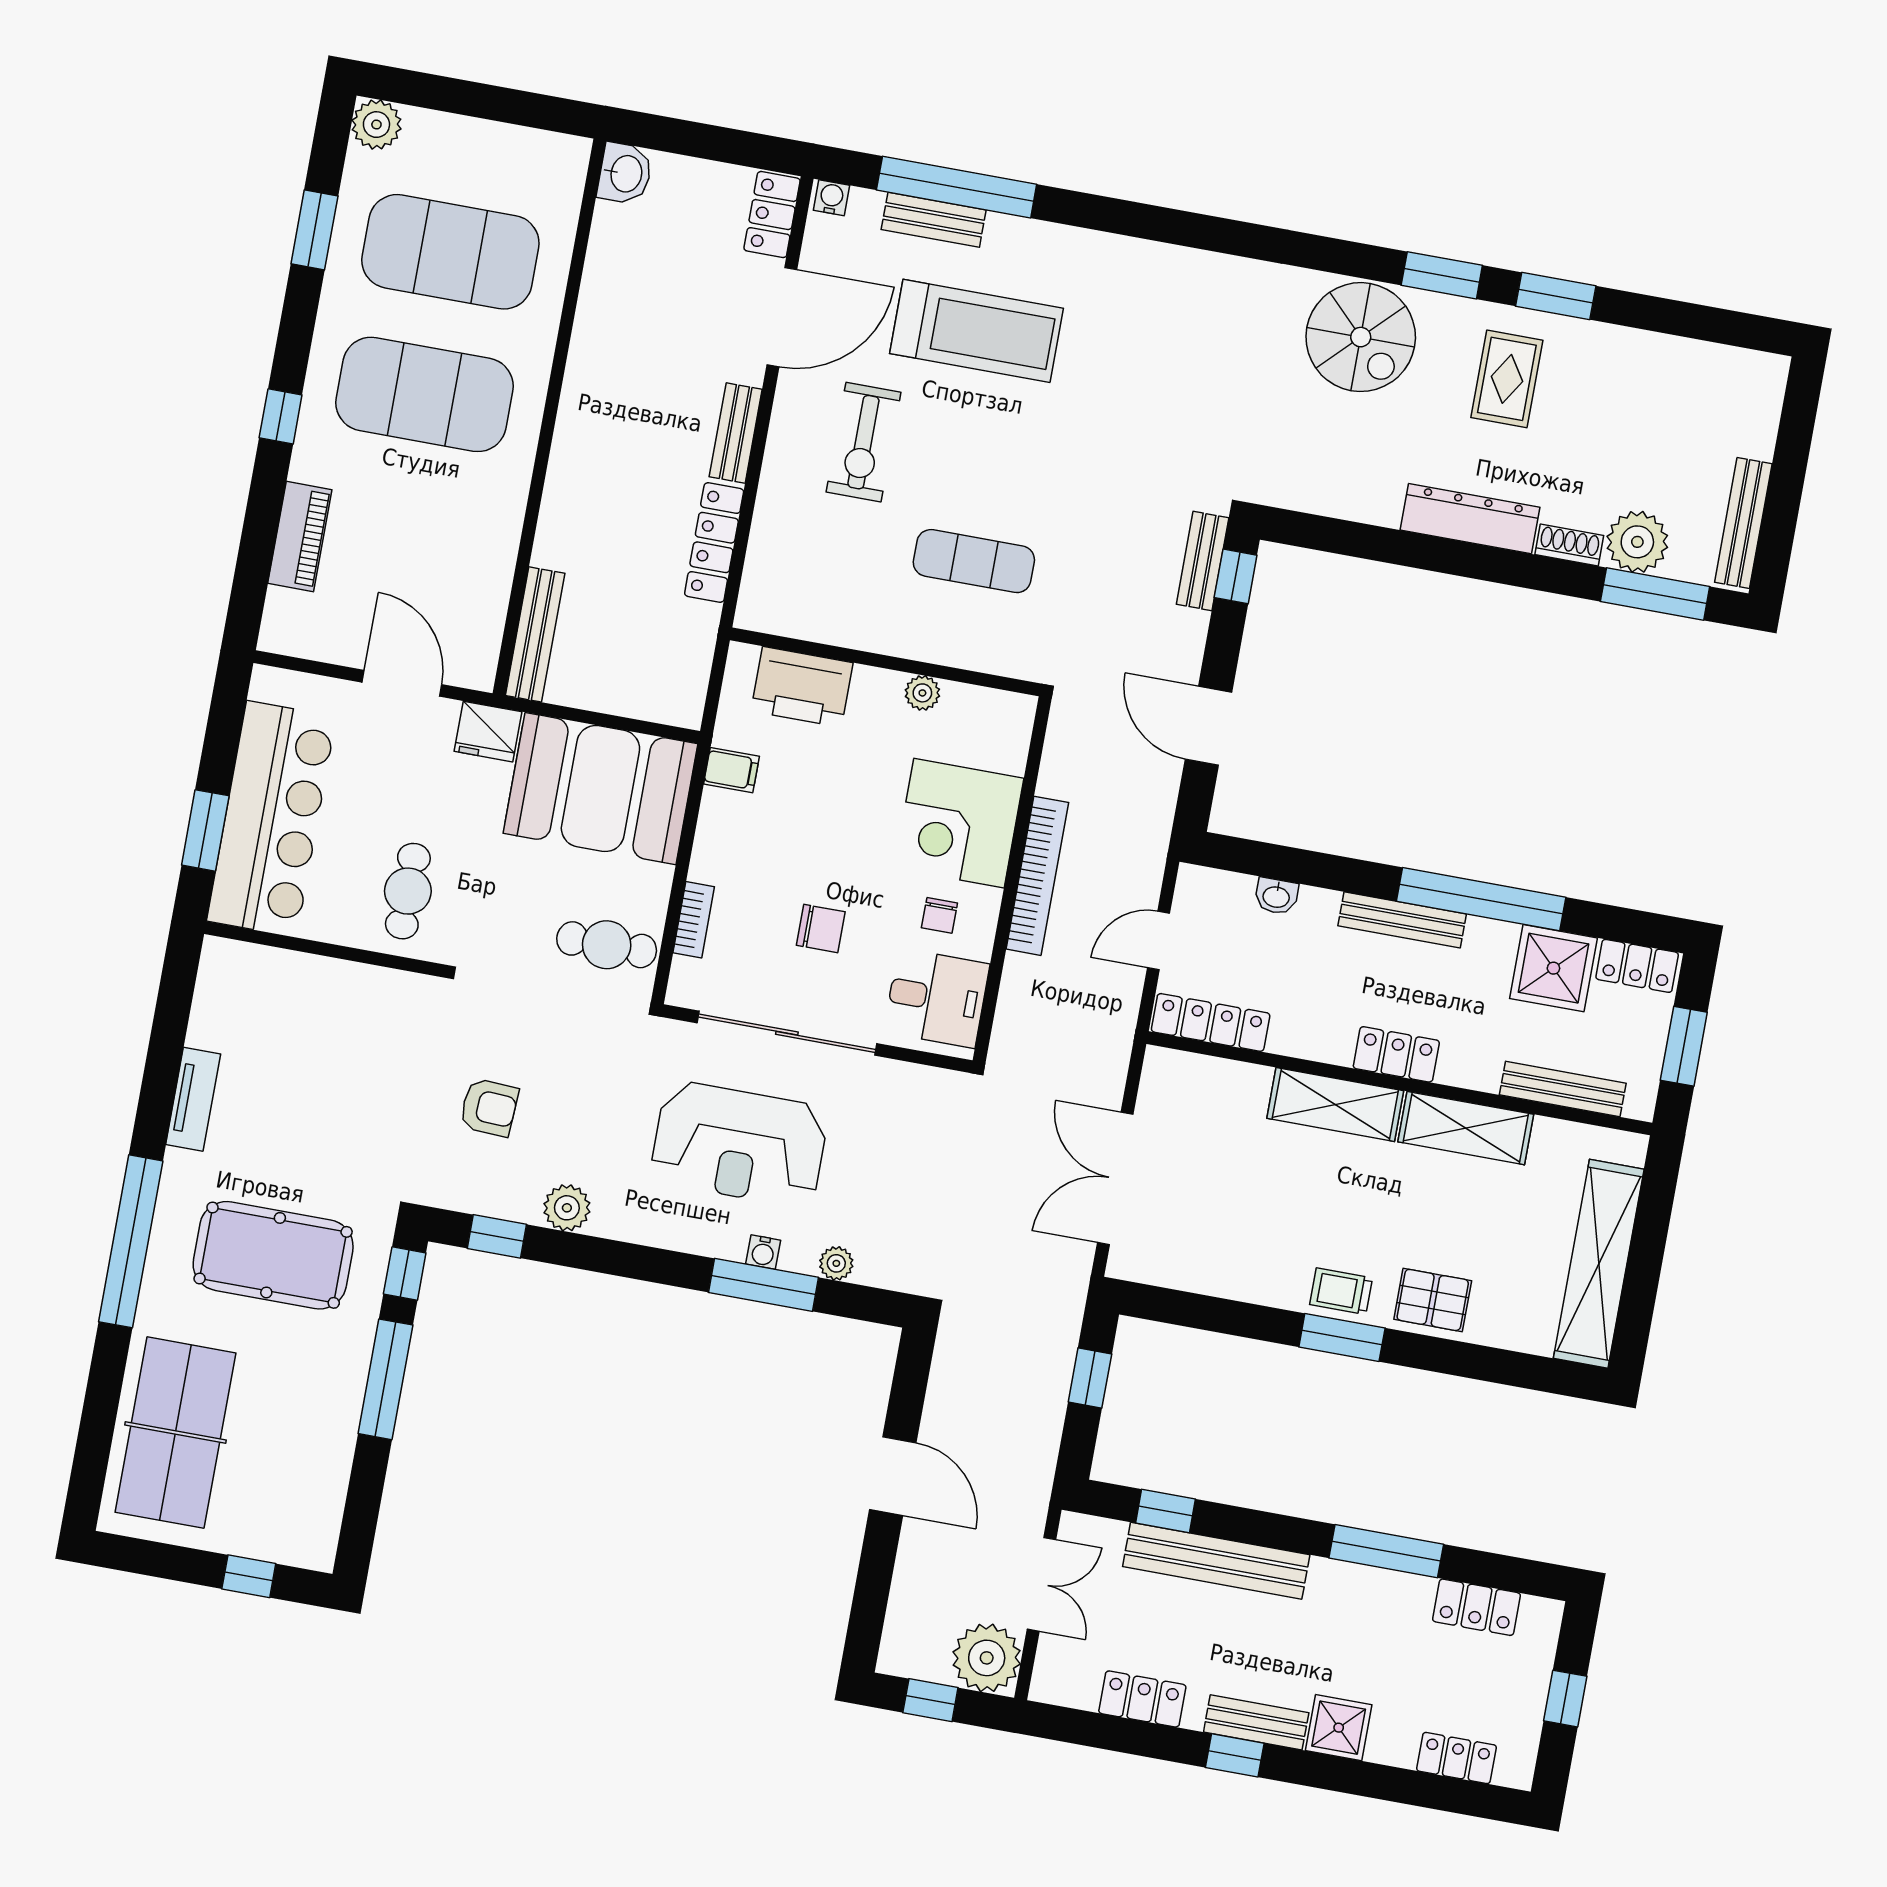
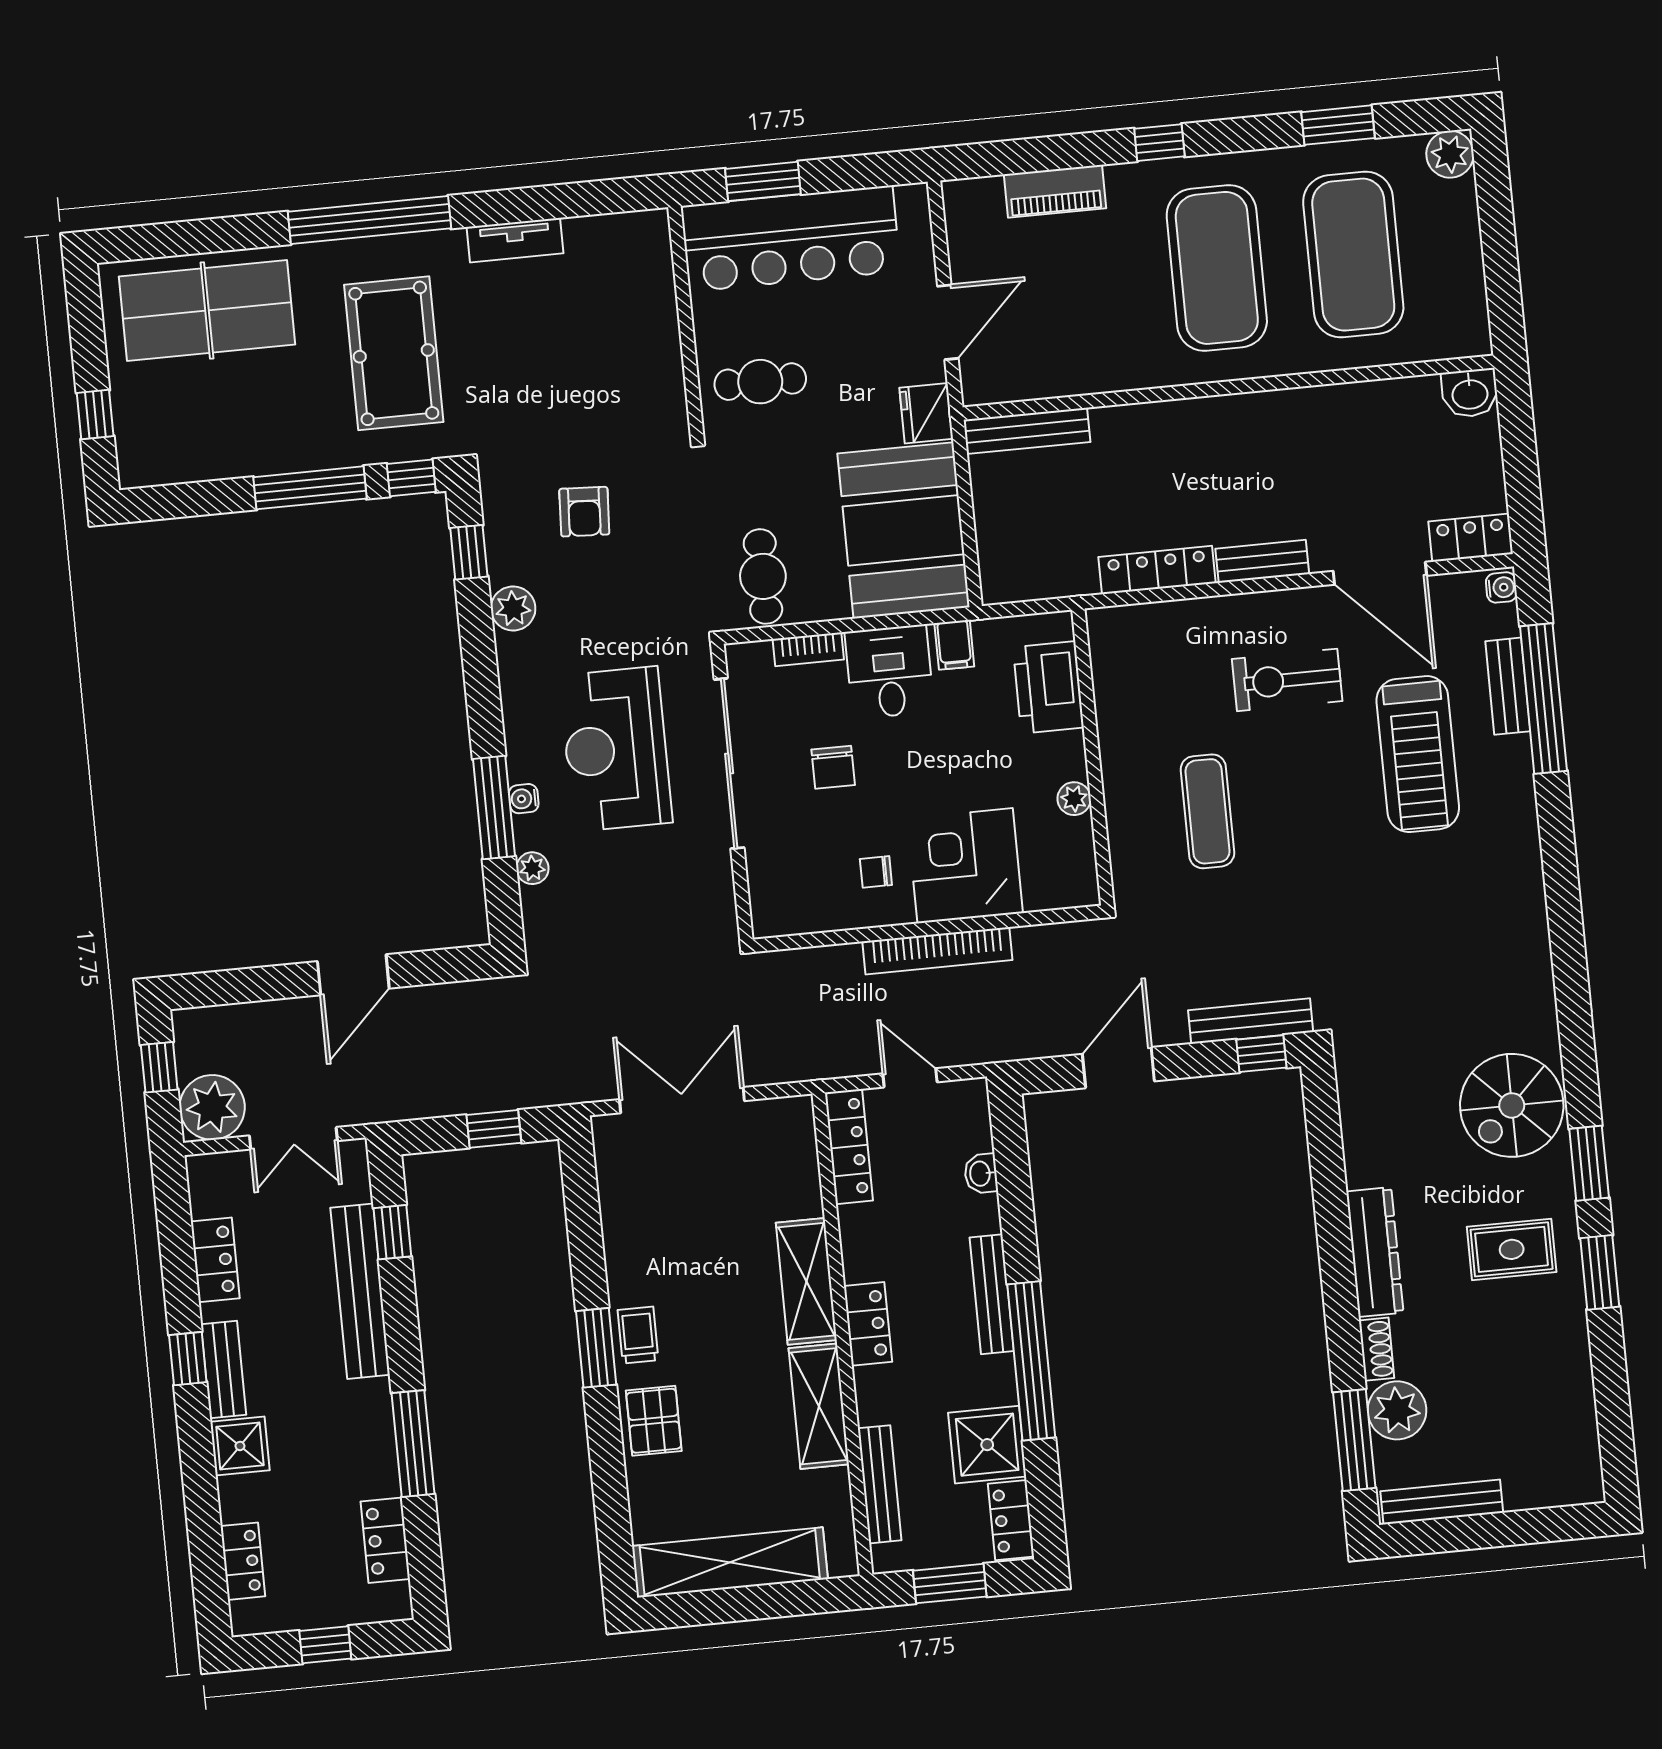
bench: (1203, 561) -> (1251, 1021), width x1.36
desk: (937, 998) -> (889, 672), moved, turned 180

